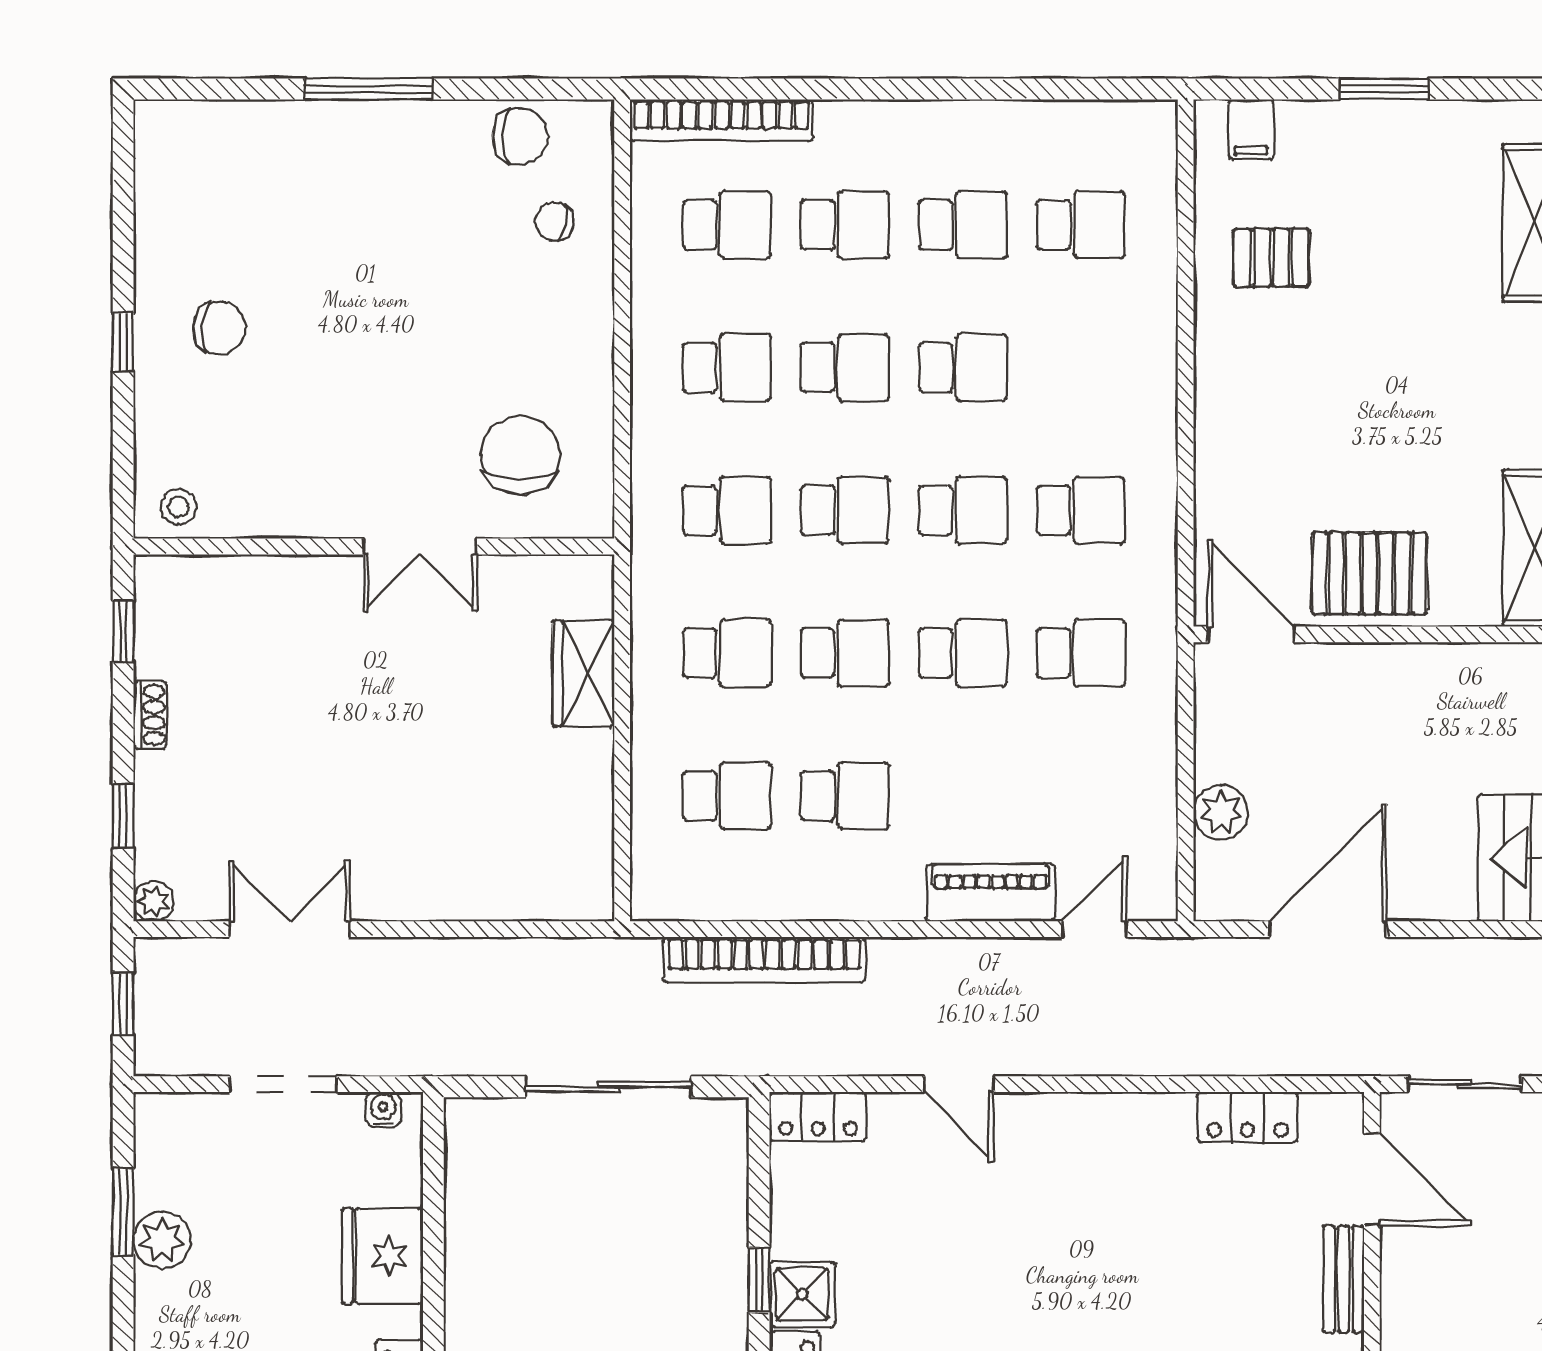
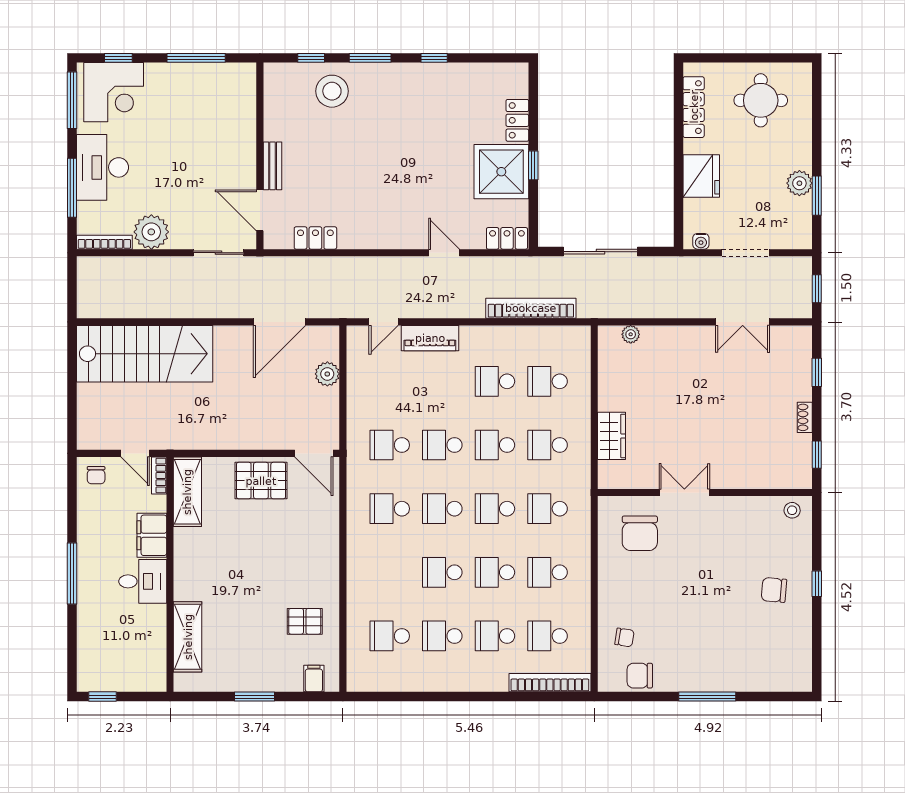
plant: (154, 901) -> (631, 334), moved
shower: (802, 1294) -> (501, 172), width x1.86, depth x1.86

